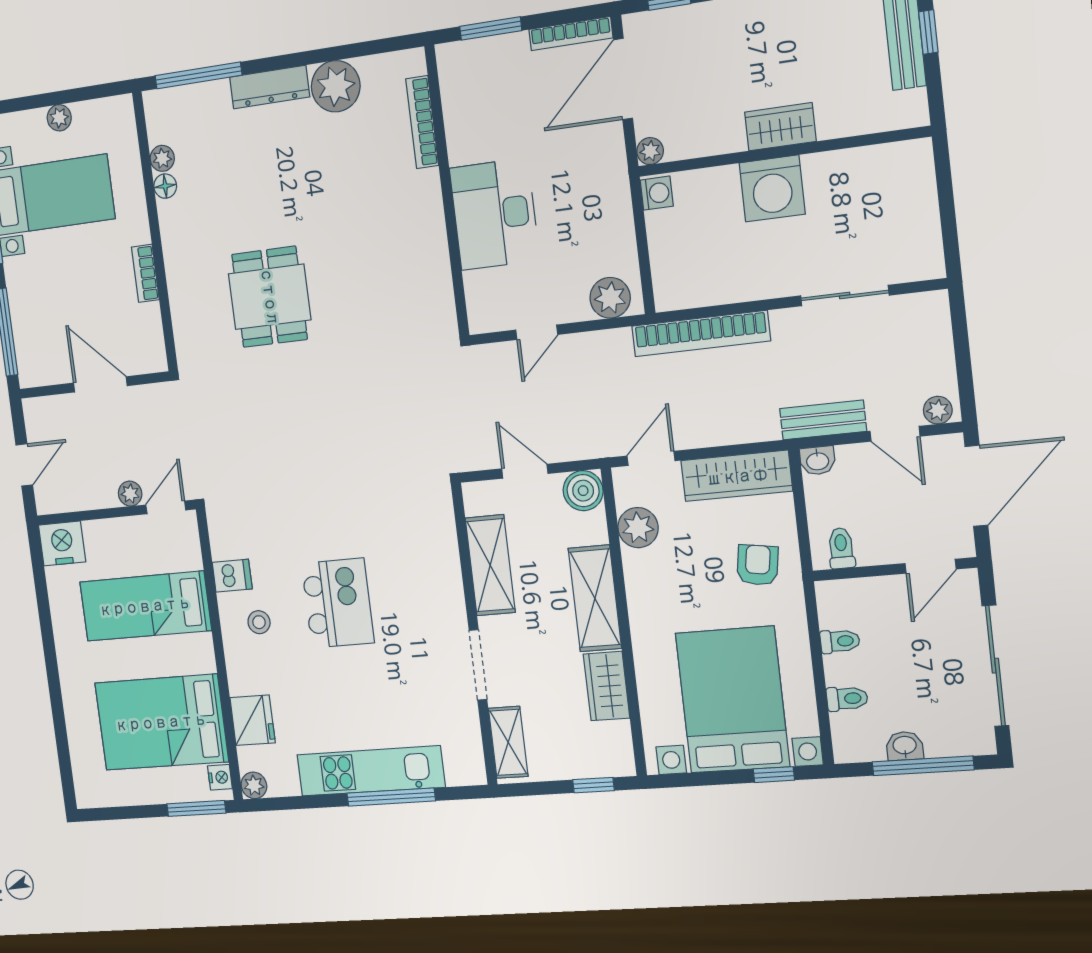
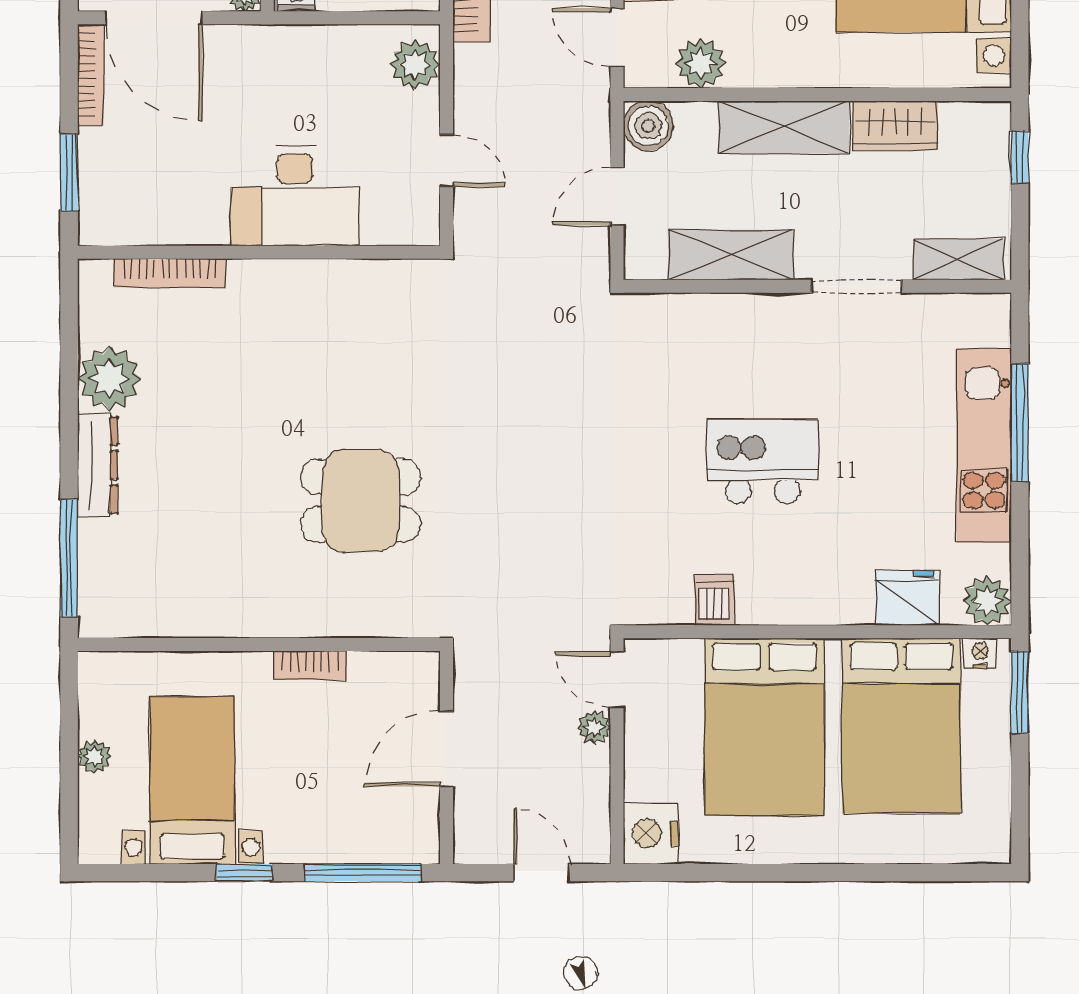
plant: (162, 158) -> (166, 622), removed
floor lamp: (165, 186) -> (202, 622), removed
bed: (145, 606) -> (765, 727), width x1.50
stool: (259, 622) -> (779, 571), removed
plant: (254, 785) -> (987, 601), width x1.38, depth x1.38

